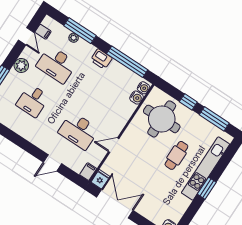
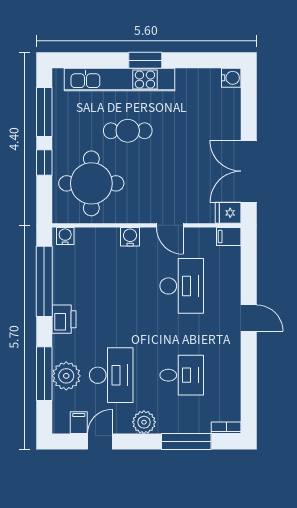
plant: (74, 38) -> (66, 376), width x1.88, depth x1.88
water cooler: (136, 98) -> (130, 237), moved
door: (53, 163) -> (249, 318), moved

